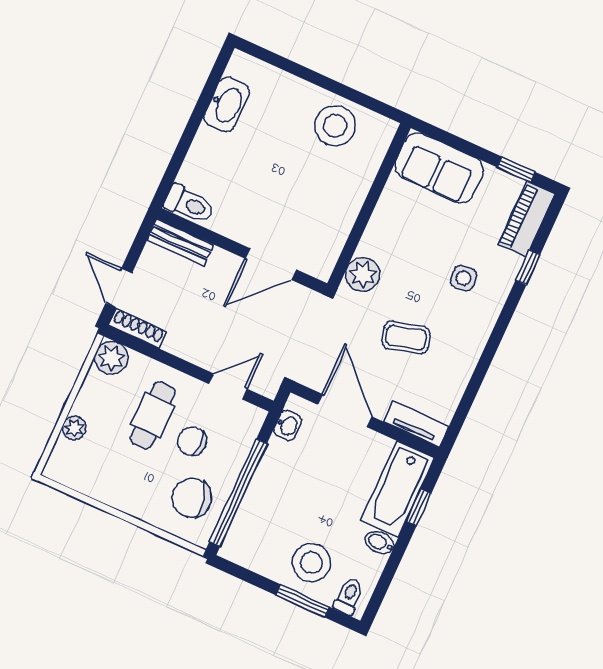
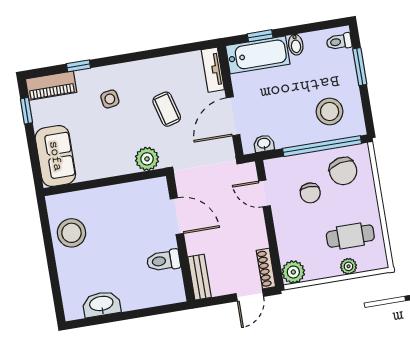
toilet: (189, 204) -> (163, 261), moved, turned -90
cafe table: (153, 415) -> (350, 236), moved
stool: (311, 563) -> (330, 112), moved

